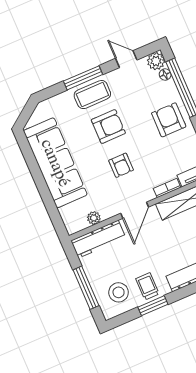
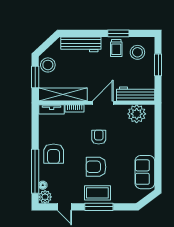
sofa: (55, 163) -> (145, 172), width x0.54, depth x0.79
plant: (94, 218) -> (137, 114), width x1.88, depth x1.88
window: (86, 288) -> (158, 65), width x0.69

